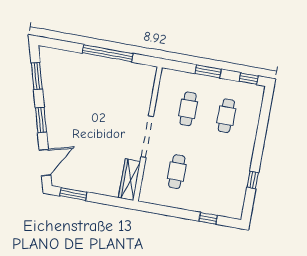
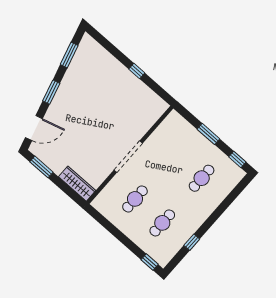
window: (108, 53) -> (137, 71), width x0.32
cafe table: (188, 109) -> (162, 223), moved
wardrobe: (129, 180) -> (77, 184), moved, turned 90
window: (208, 218) -> (150, 262), moved

